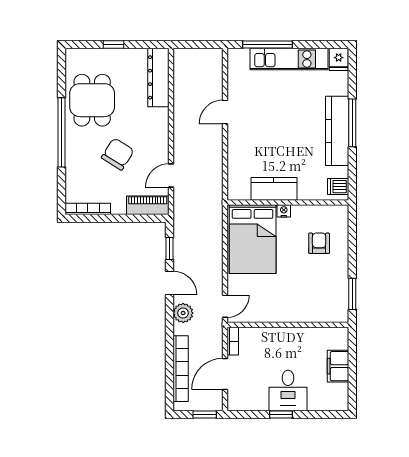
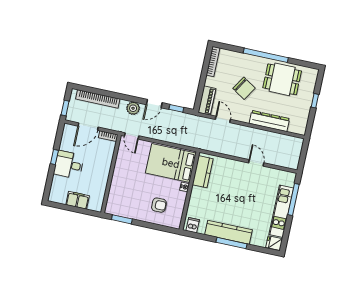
dresser: (158, 77) -> (269, 121), moved
kitchen counter: (274, 189) -> (203, 172), moved
door: (225, 374) -> (88, 127), swing flipped

